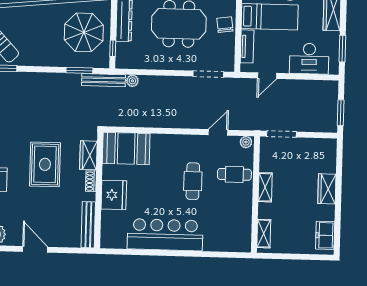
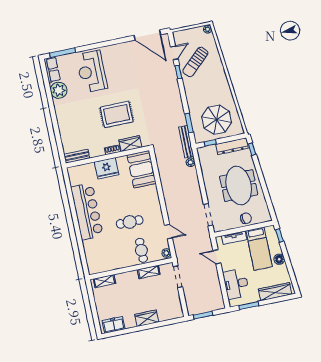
shelving: (265, 187) -> (149, 272), moved
bench: (88, 225) -> (77, 156), width x0.73
door: (35, 249) -> (55, 122), removed

